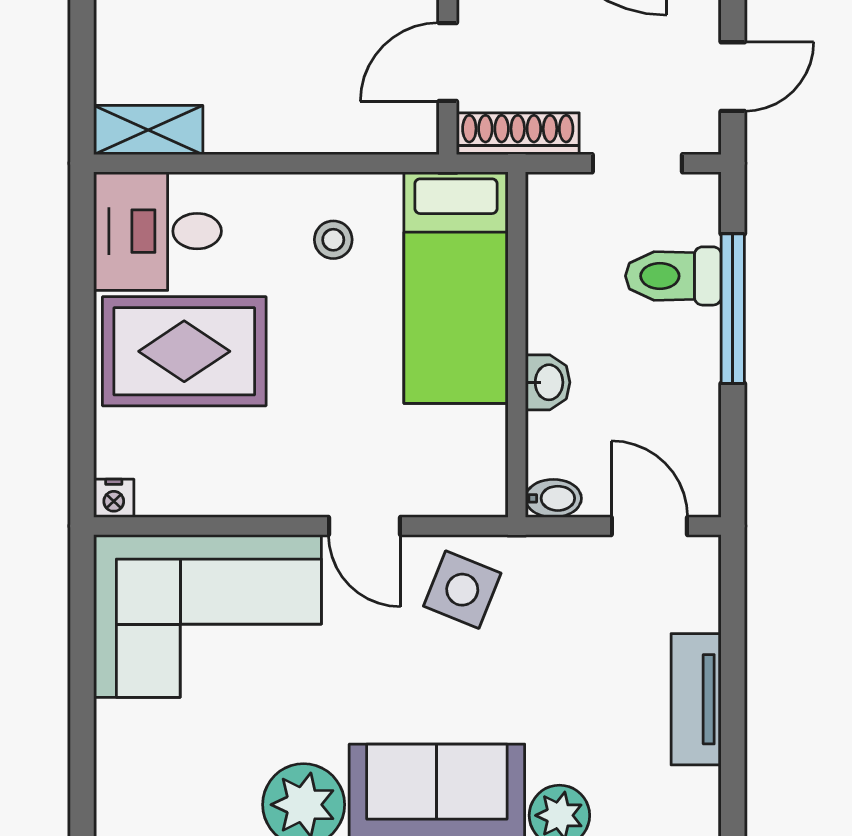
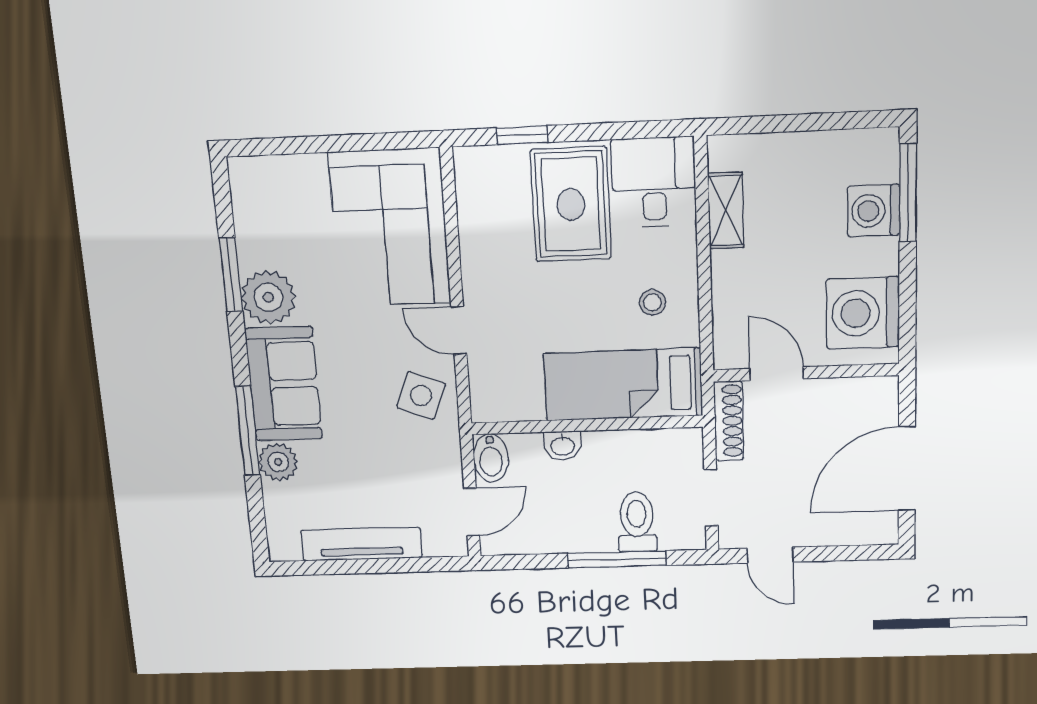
shelving: (148, 130) -> (726, 211), moved
window: (82, 416) -> (522, 135), added
nightstand: (114, 498) -> (466, 160), removed
bidet: (553, 498) -> (491, 458), width x1.38, depth x1.36
door: (365, 526) -> (459, 330), hinge flipped
tv unit: (696, 699) -> (361, 544), width x1.41

